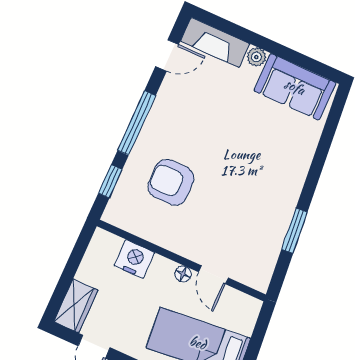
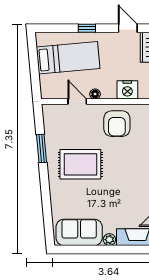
armchair: (171, 182) -> (117, 124), moved, turned 90
rug: (249, 183) -> (80, 164), added

